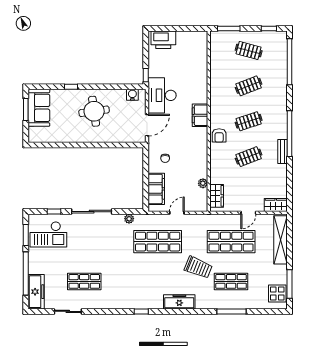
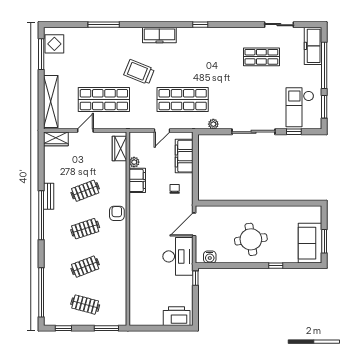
filing cabinet: (200, 115) -> (137, 180), moved
checkout: (48, 234) -> (300, 107), turned -90
shop shelf: (231, 281) -> (104, 57), removed

